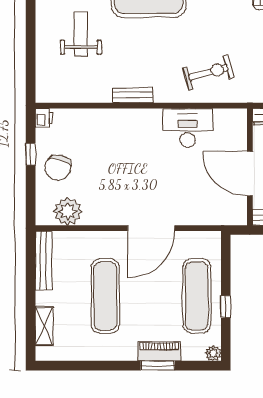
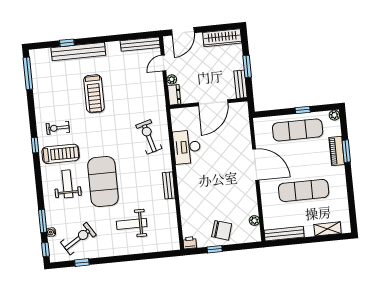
plant: (68, 211) -> (254, 221), width x0.53, depth x0.53

